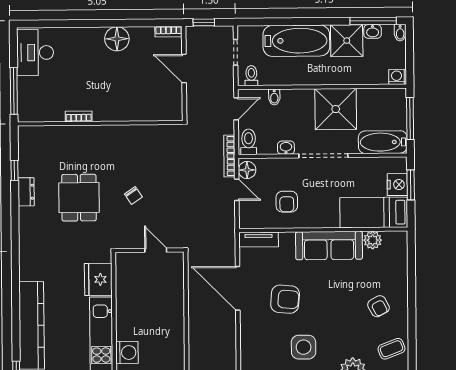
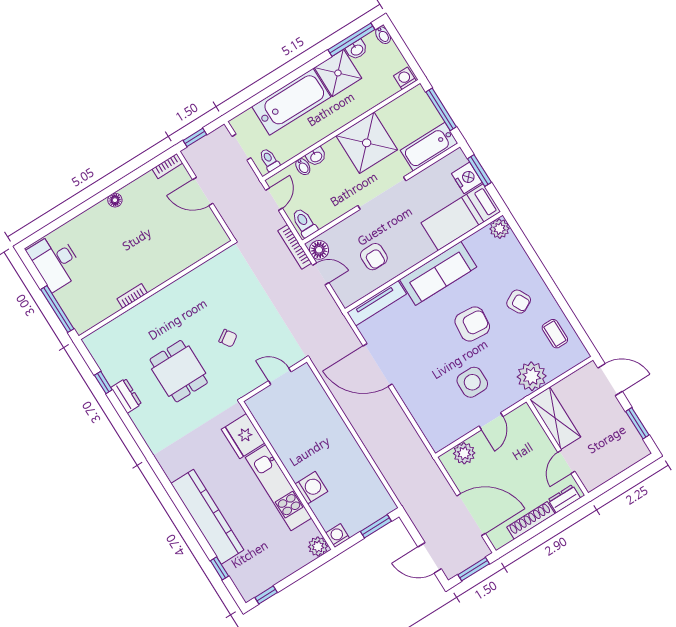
floor lamp: (117, 39) -> (115, 200), width x0.53, depth x0.53
washbasin: (286, 148) -> (316, 157), moved, turned 180
tv unit: (259, 240) -> (377, 303), width x1.41
plant: (373, 240) -> (499, 229), moved
armchair: (285, 299) -> (472, 324), moved
coffee table: (392, 349) -> (555, 334), turned -69

